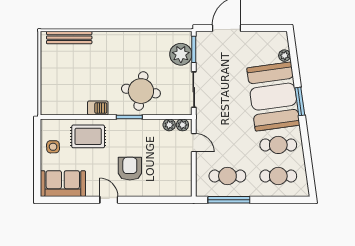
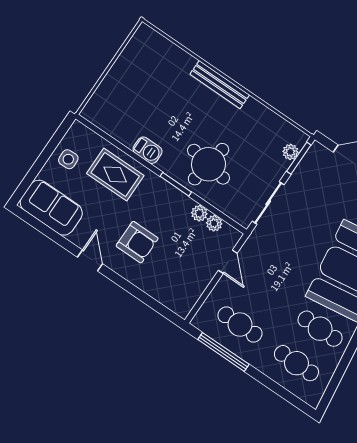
bench: (69, 38) -> (220, 85), moved
plant: (181, 54) -> (290, 152), width x0.53, depth x0.53
plant: (182, 125) -> (199, 213), moved
armchair: (130, 169) -> (137, 242), turned 90

